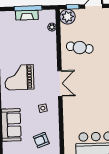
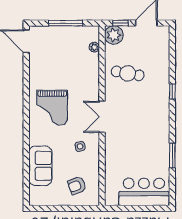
fireplace: (27, 15) -> (64, 32), removed
grand piano: (19, 77) -> (52, 108), turned -90
double door: (60, 84) -> (102, 117), swing flipped

